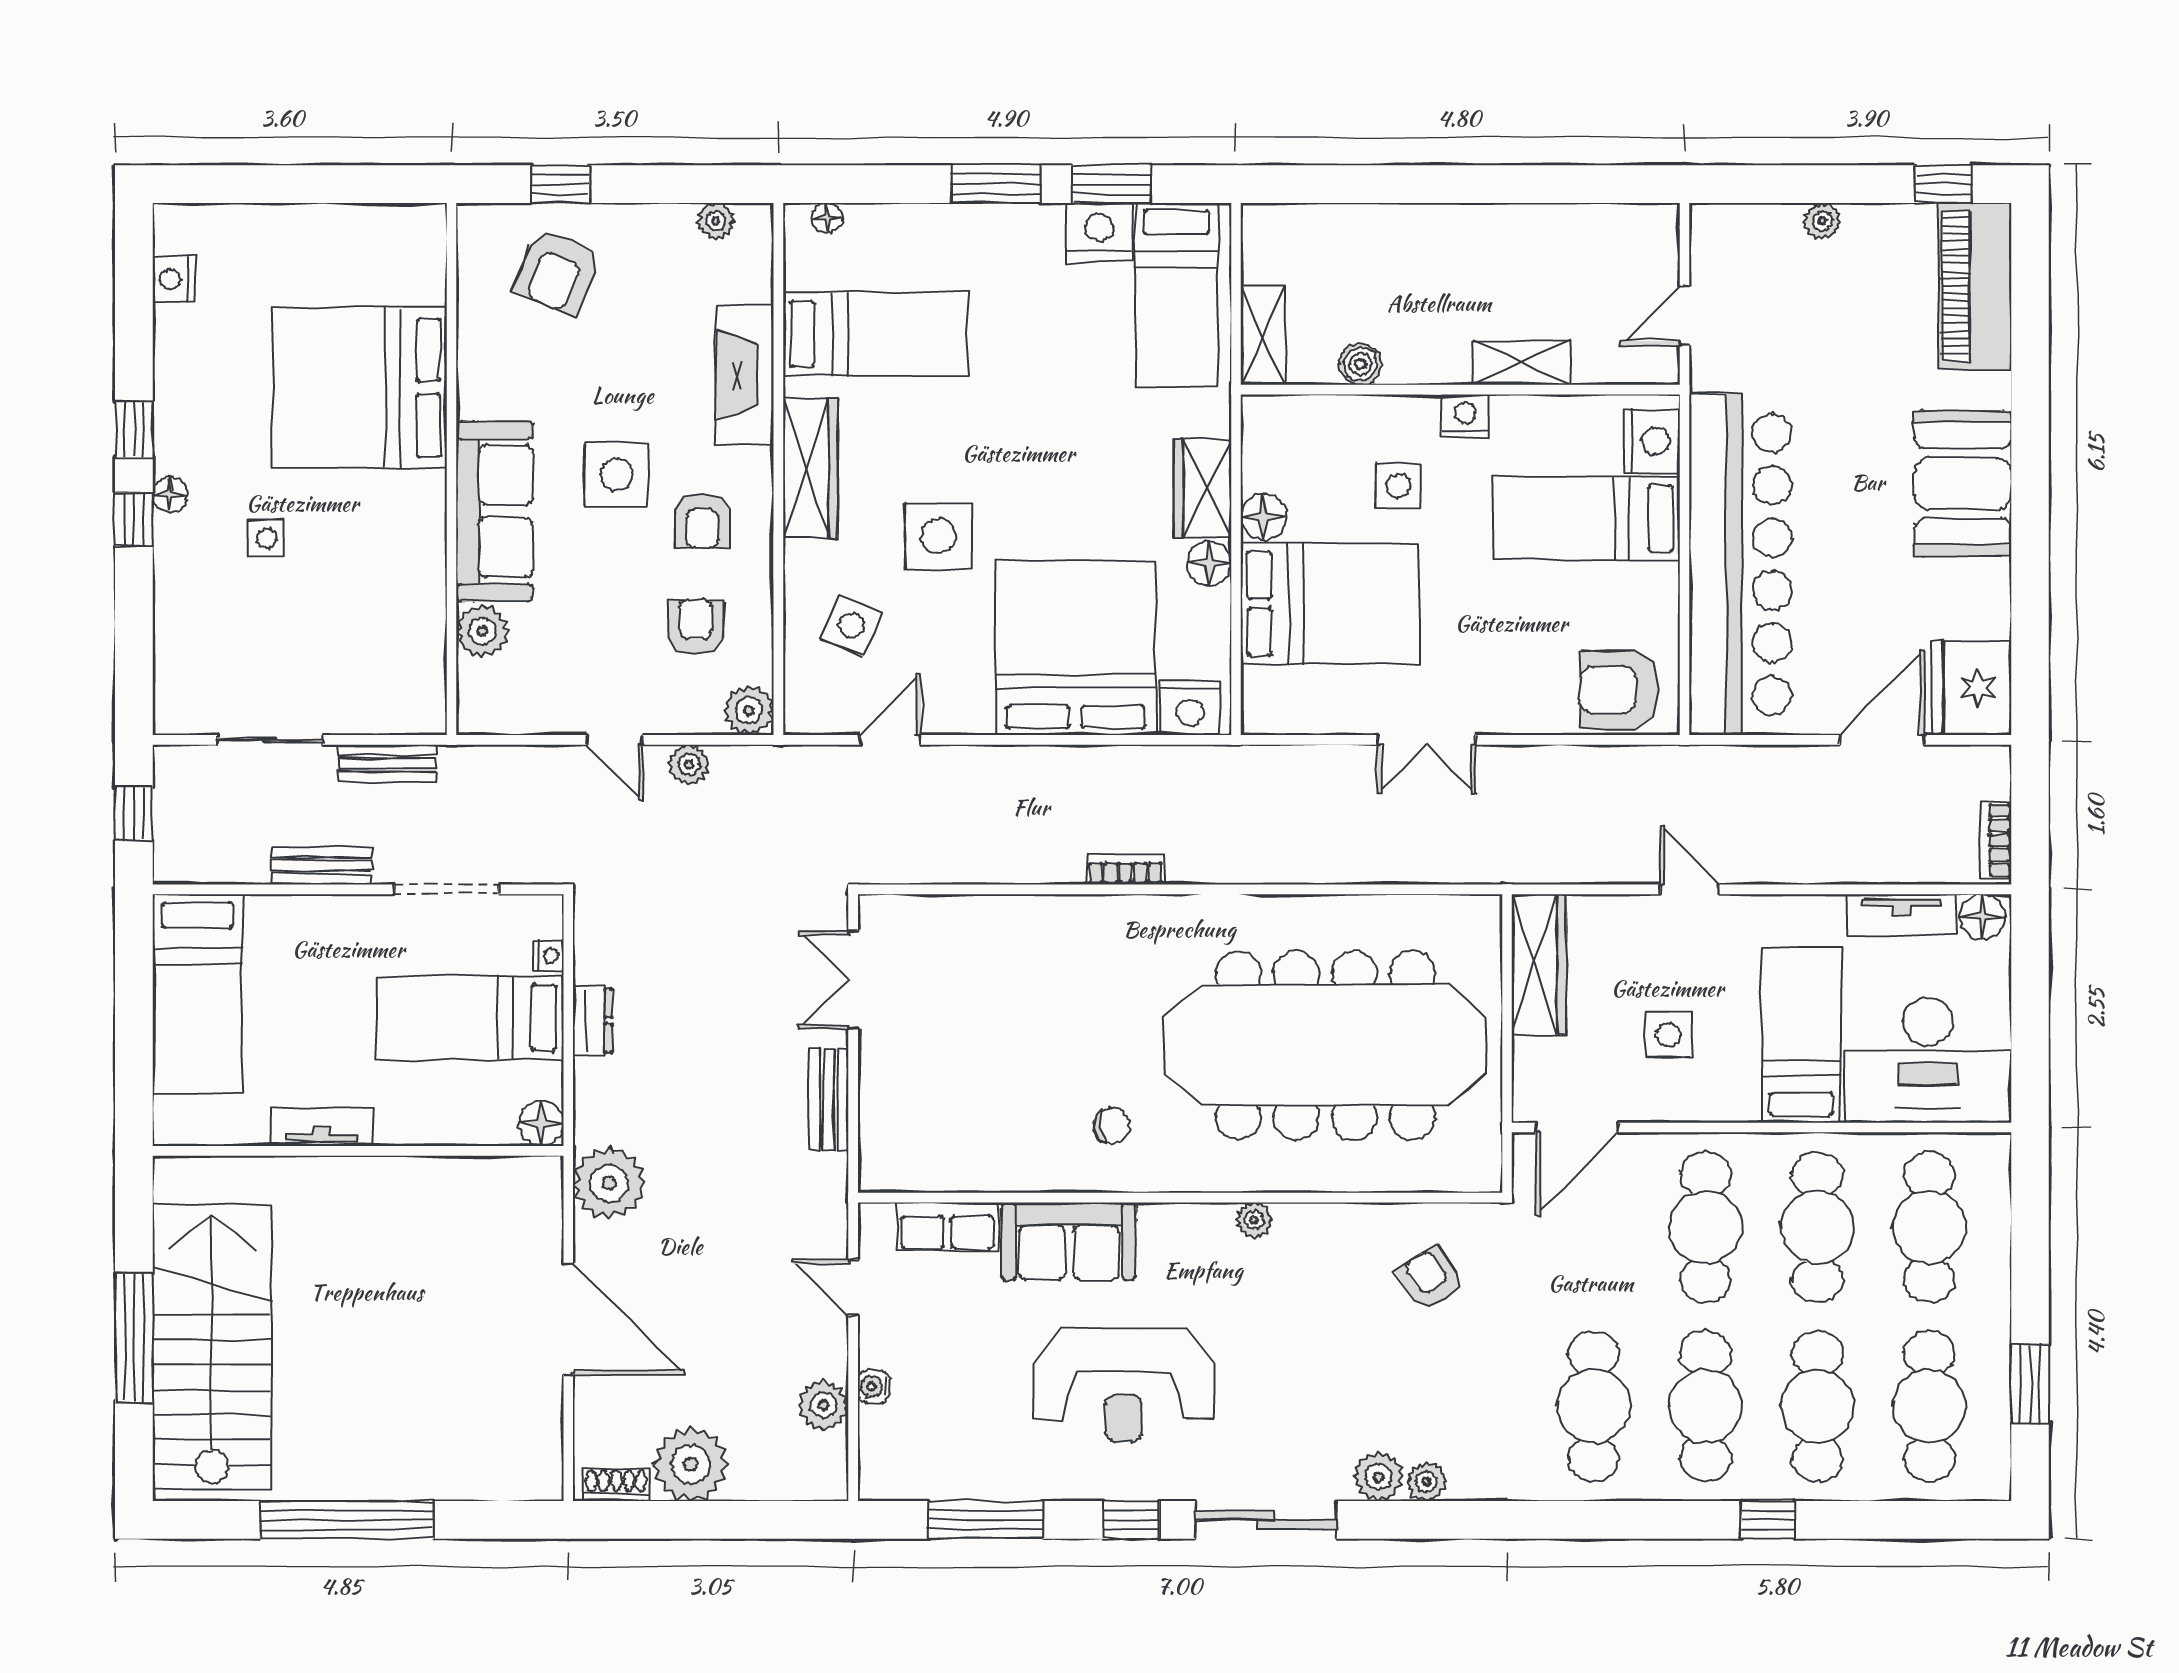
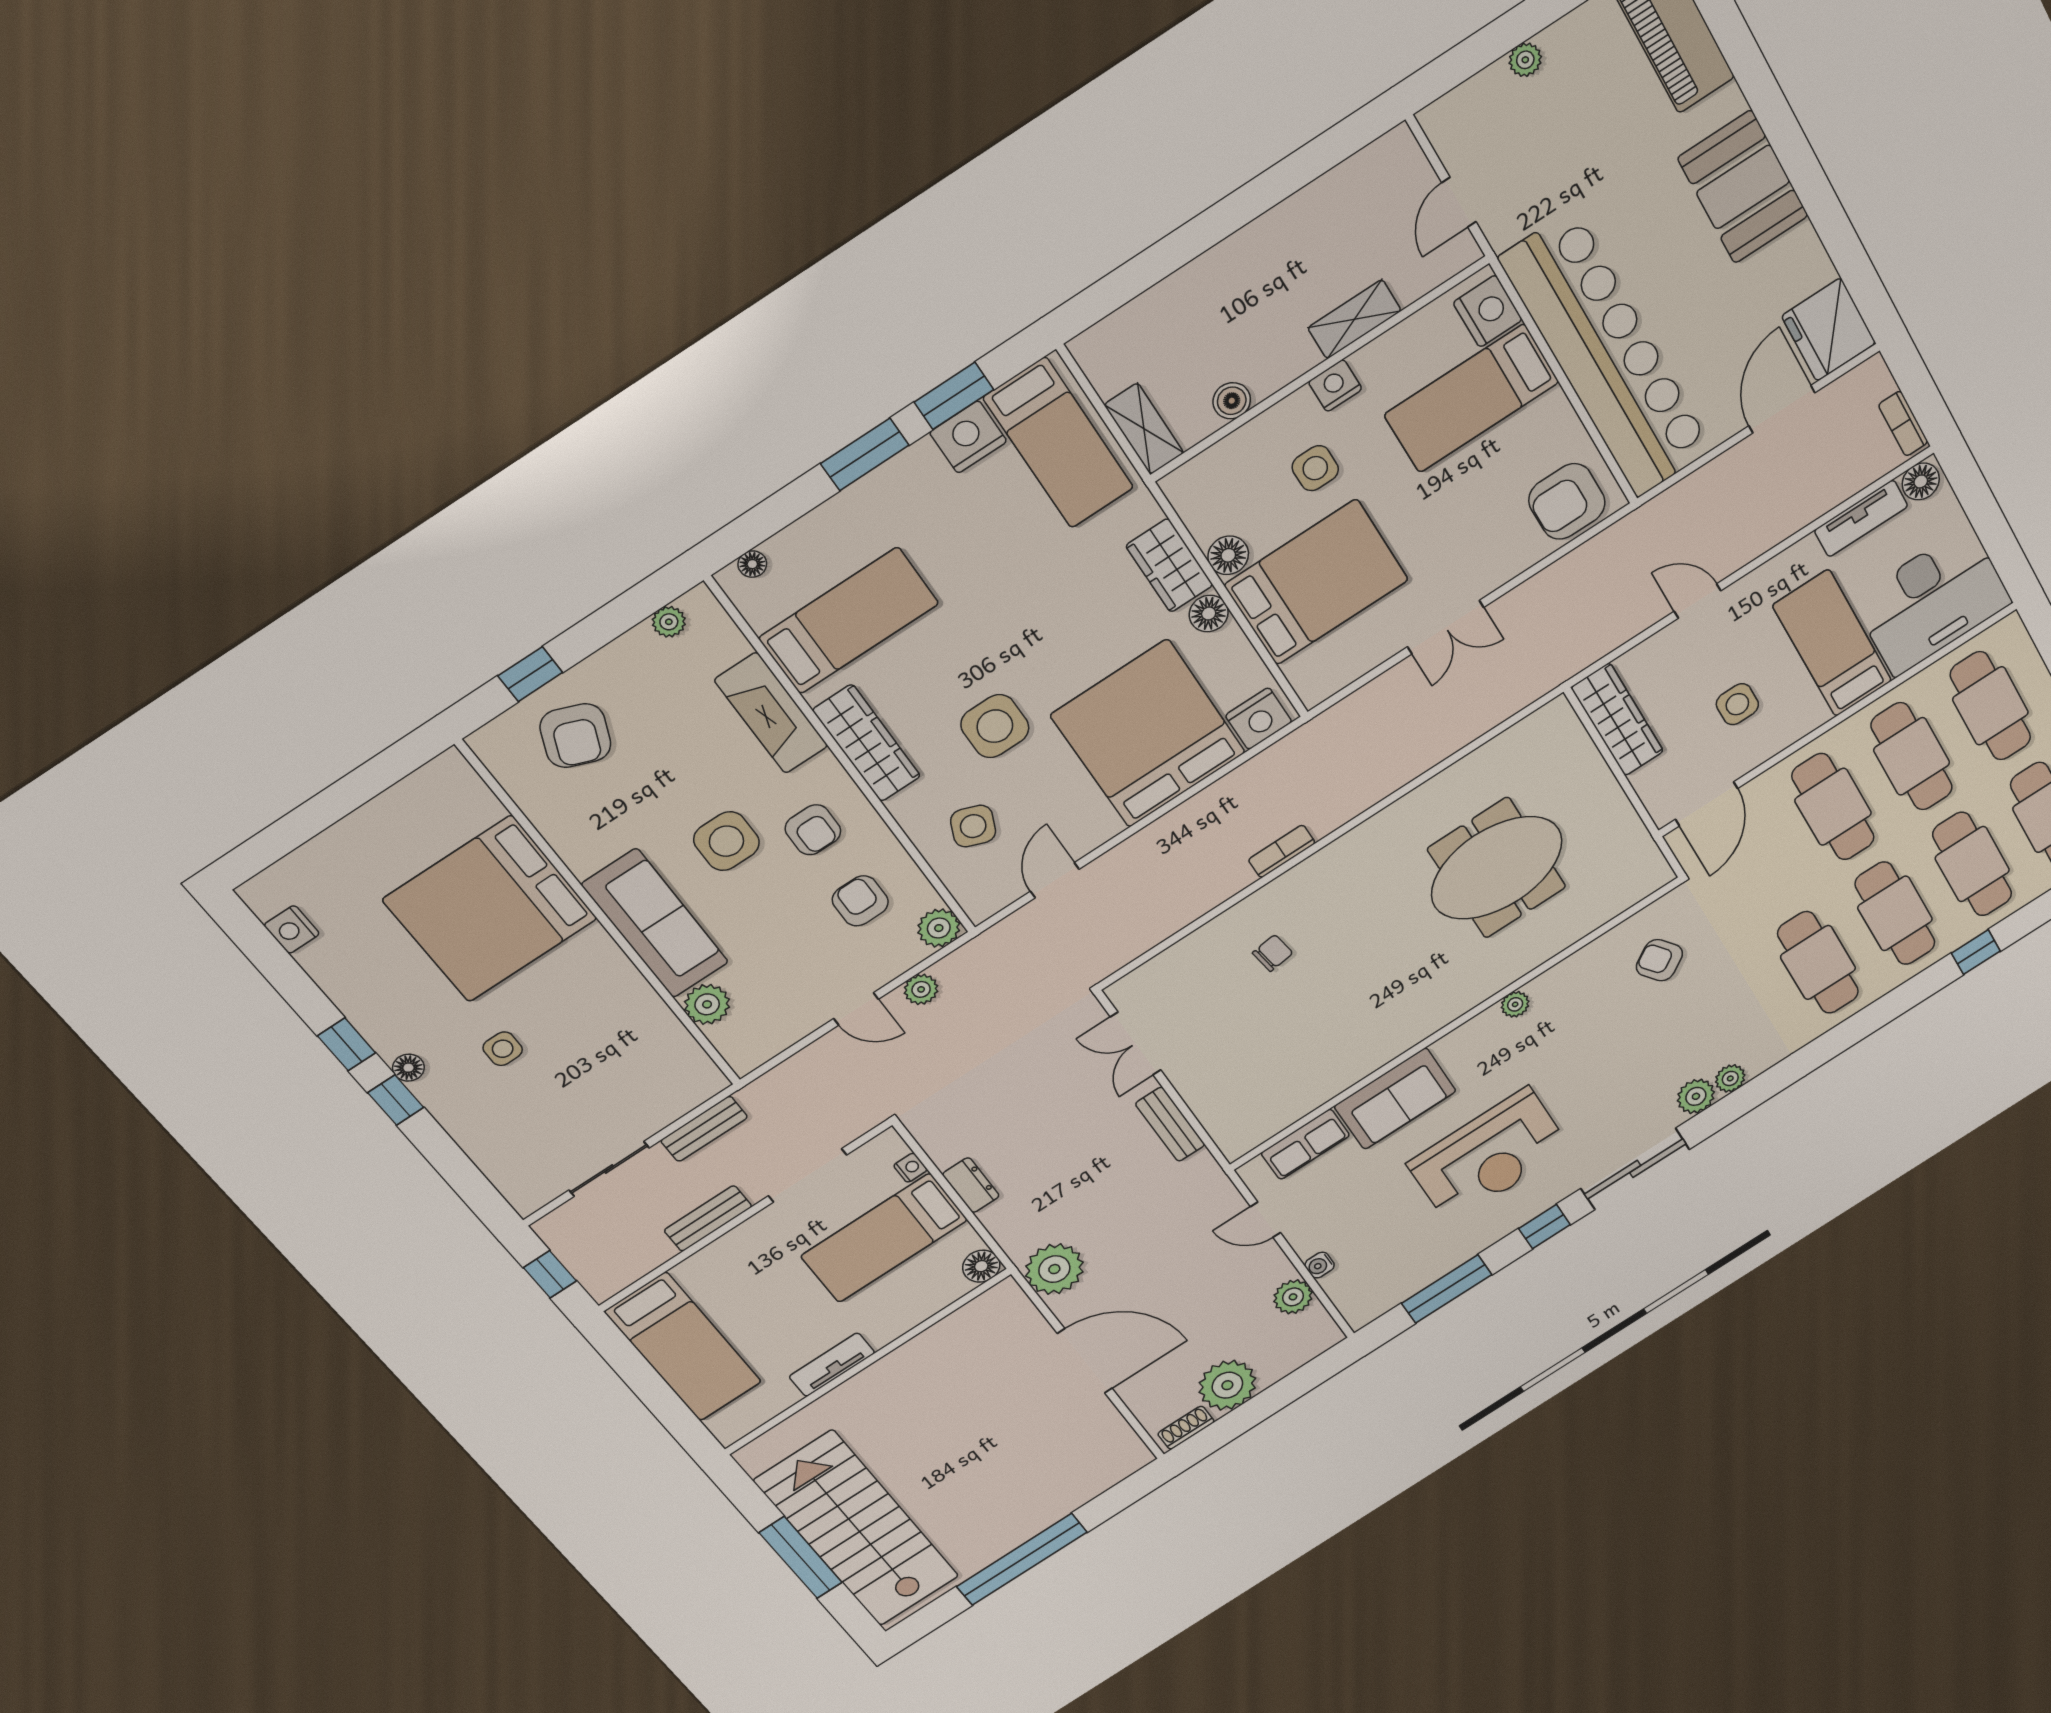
meeting table: (1325, 1045) -> (1497, 868), width x0.54, depth x0.79
chair: (1112, 1126) -> (1273, 953), moved

